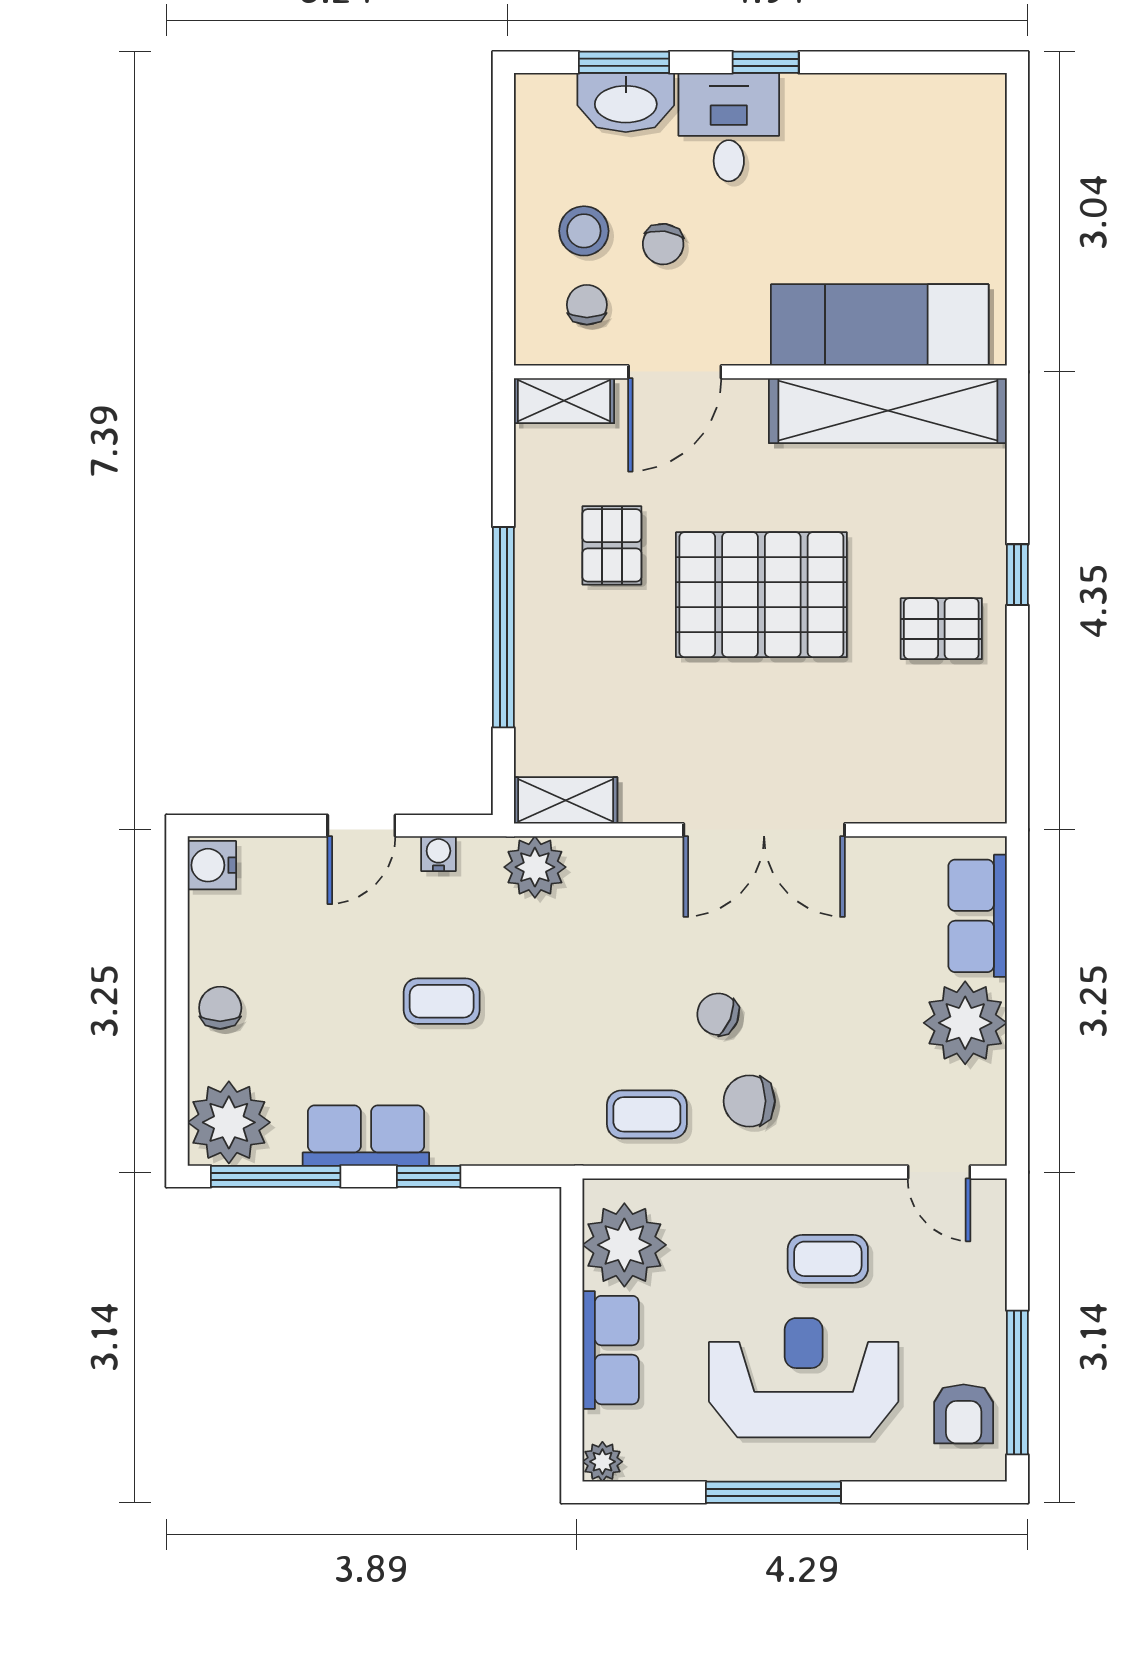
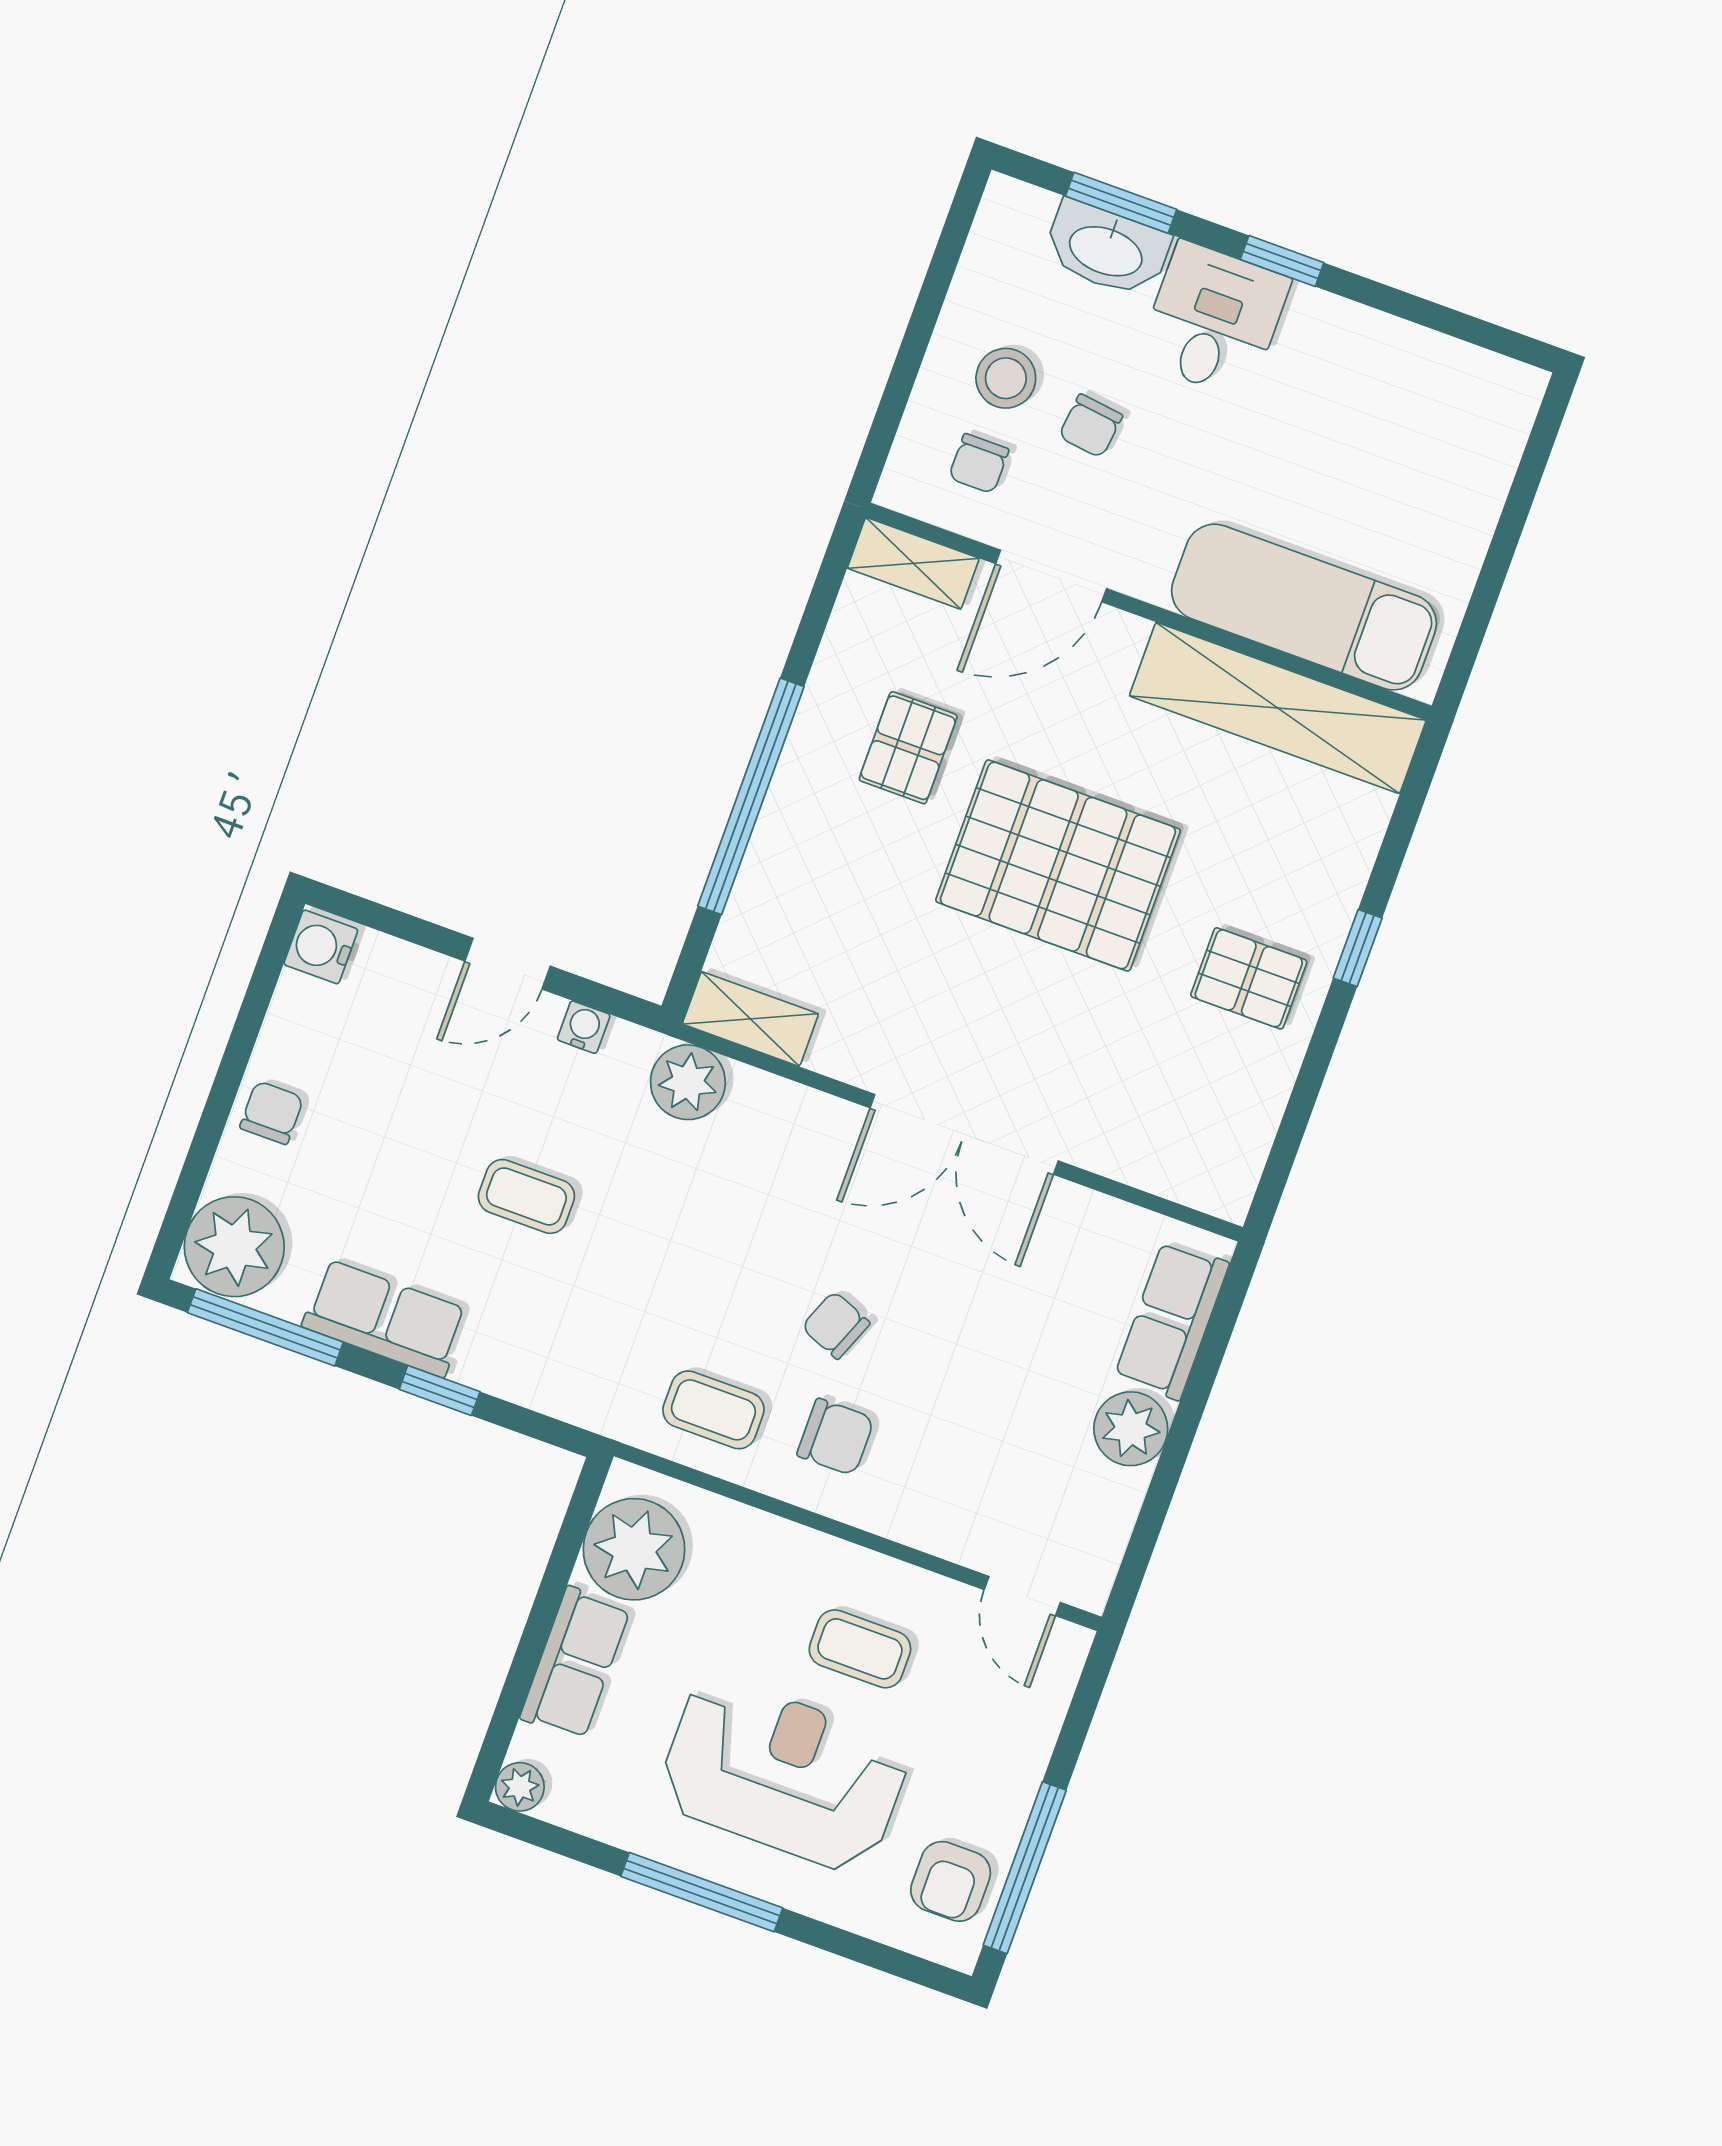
chair: (587, 305) -> (979, 464), turned 180
plant: (965, 1023) -> (1131, 1429), width x0.73, depth x0.73
chair: (749, 1101) -> (836, 1437), turned 180

